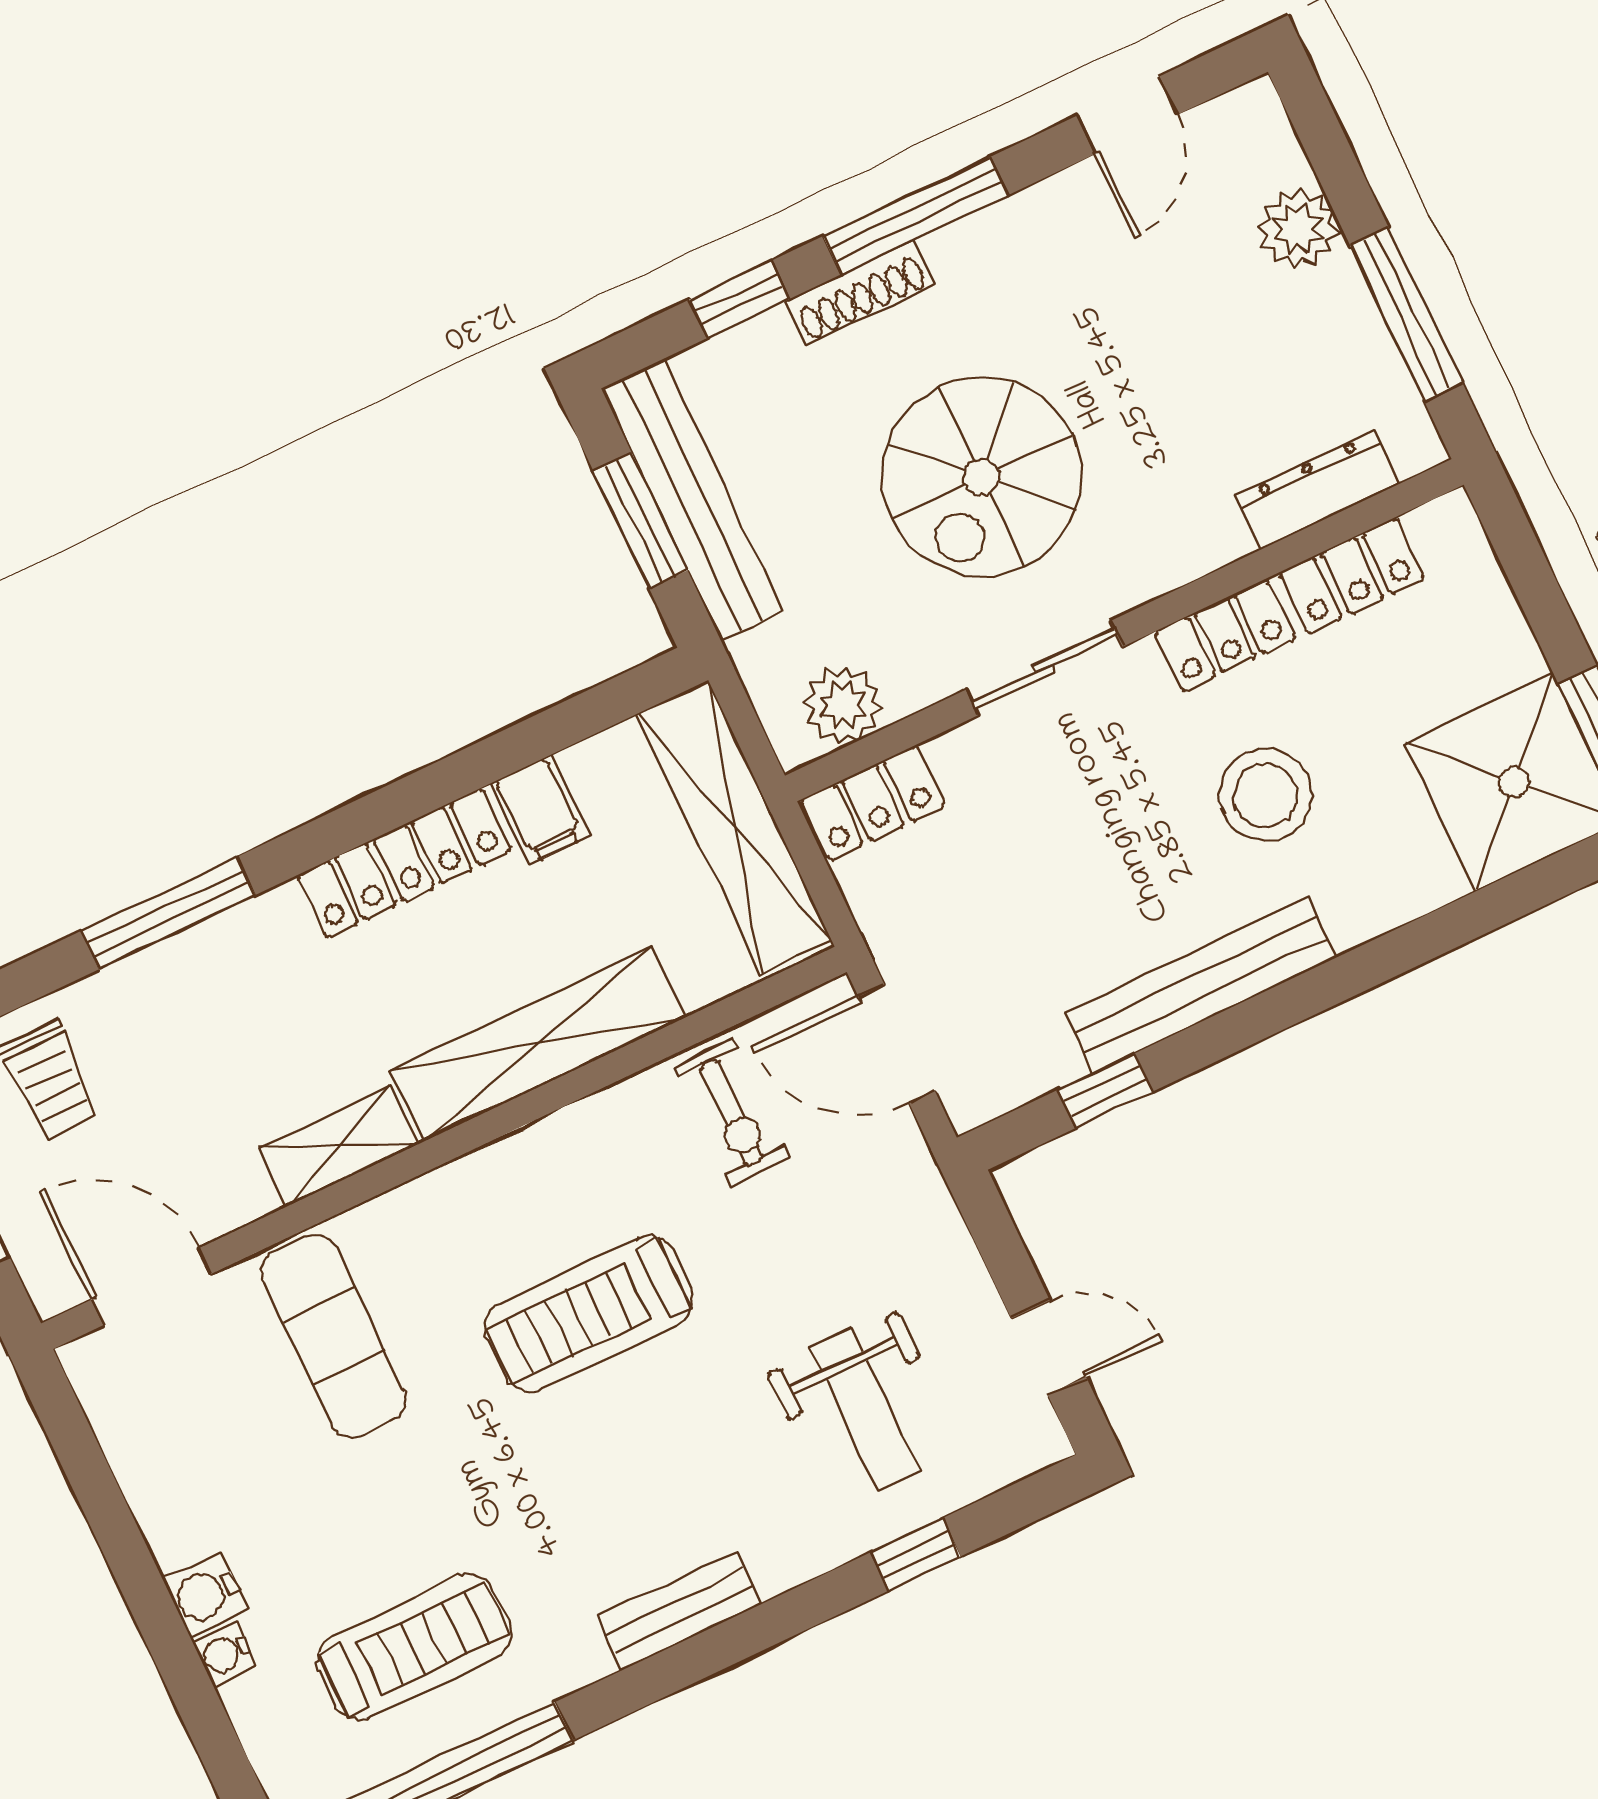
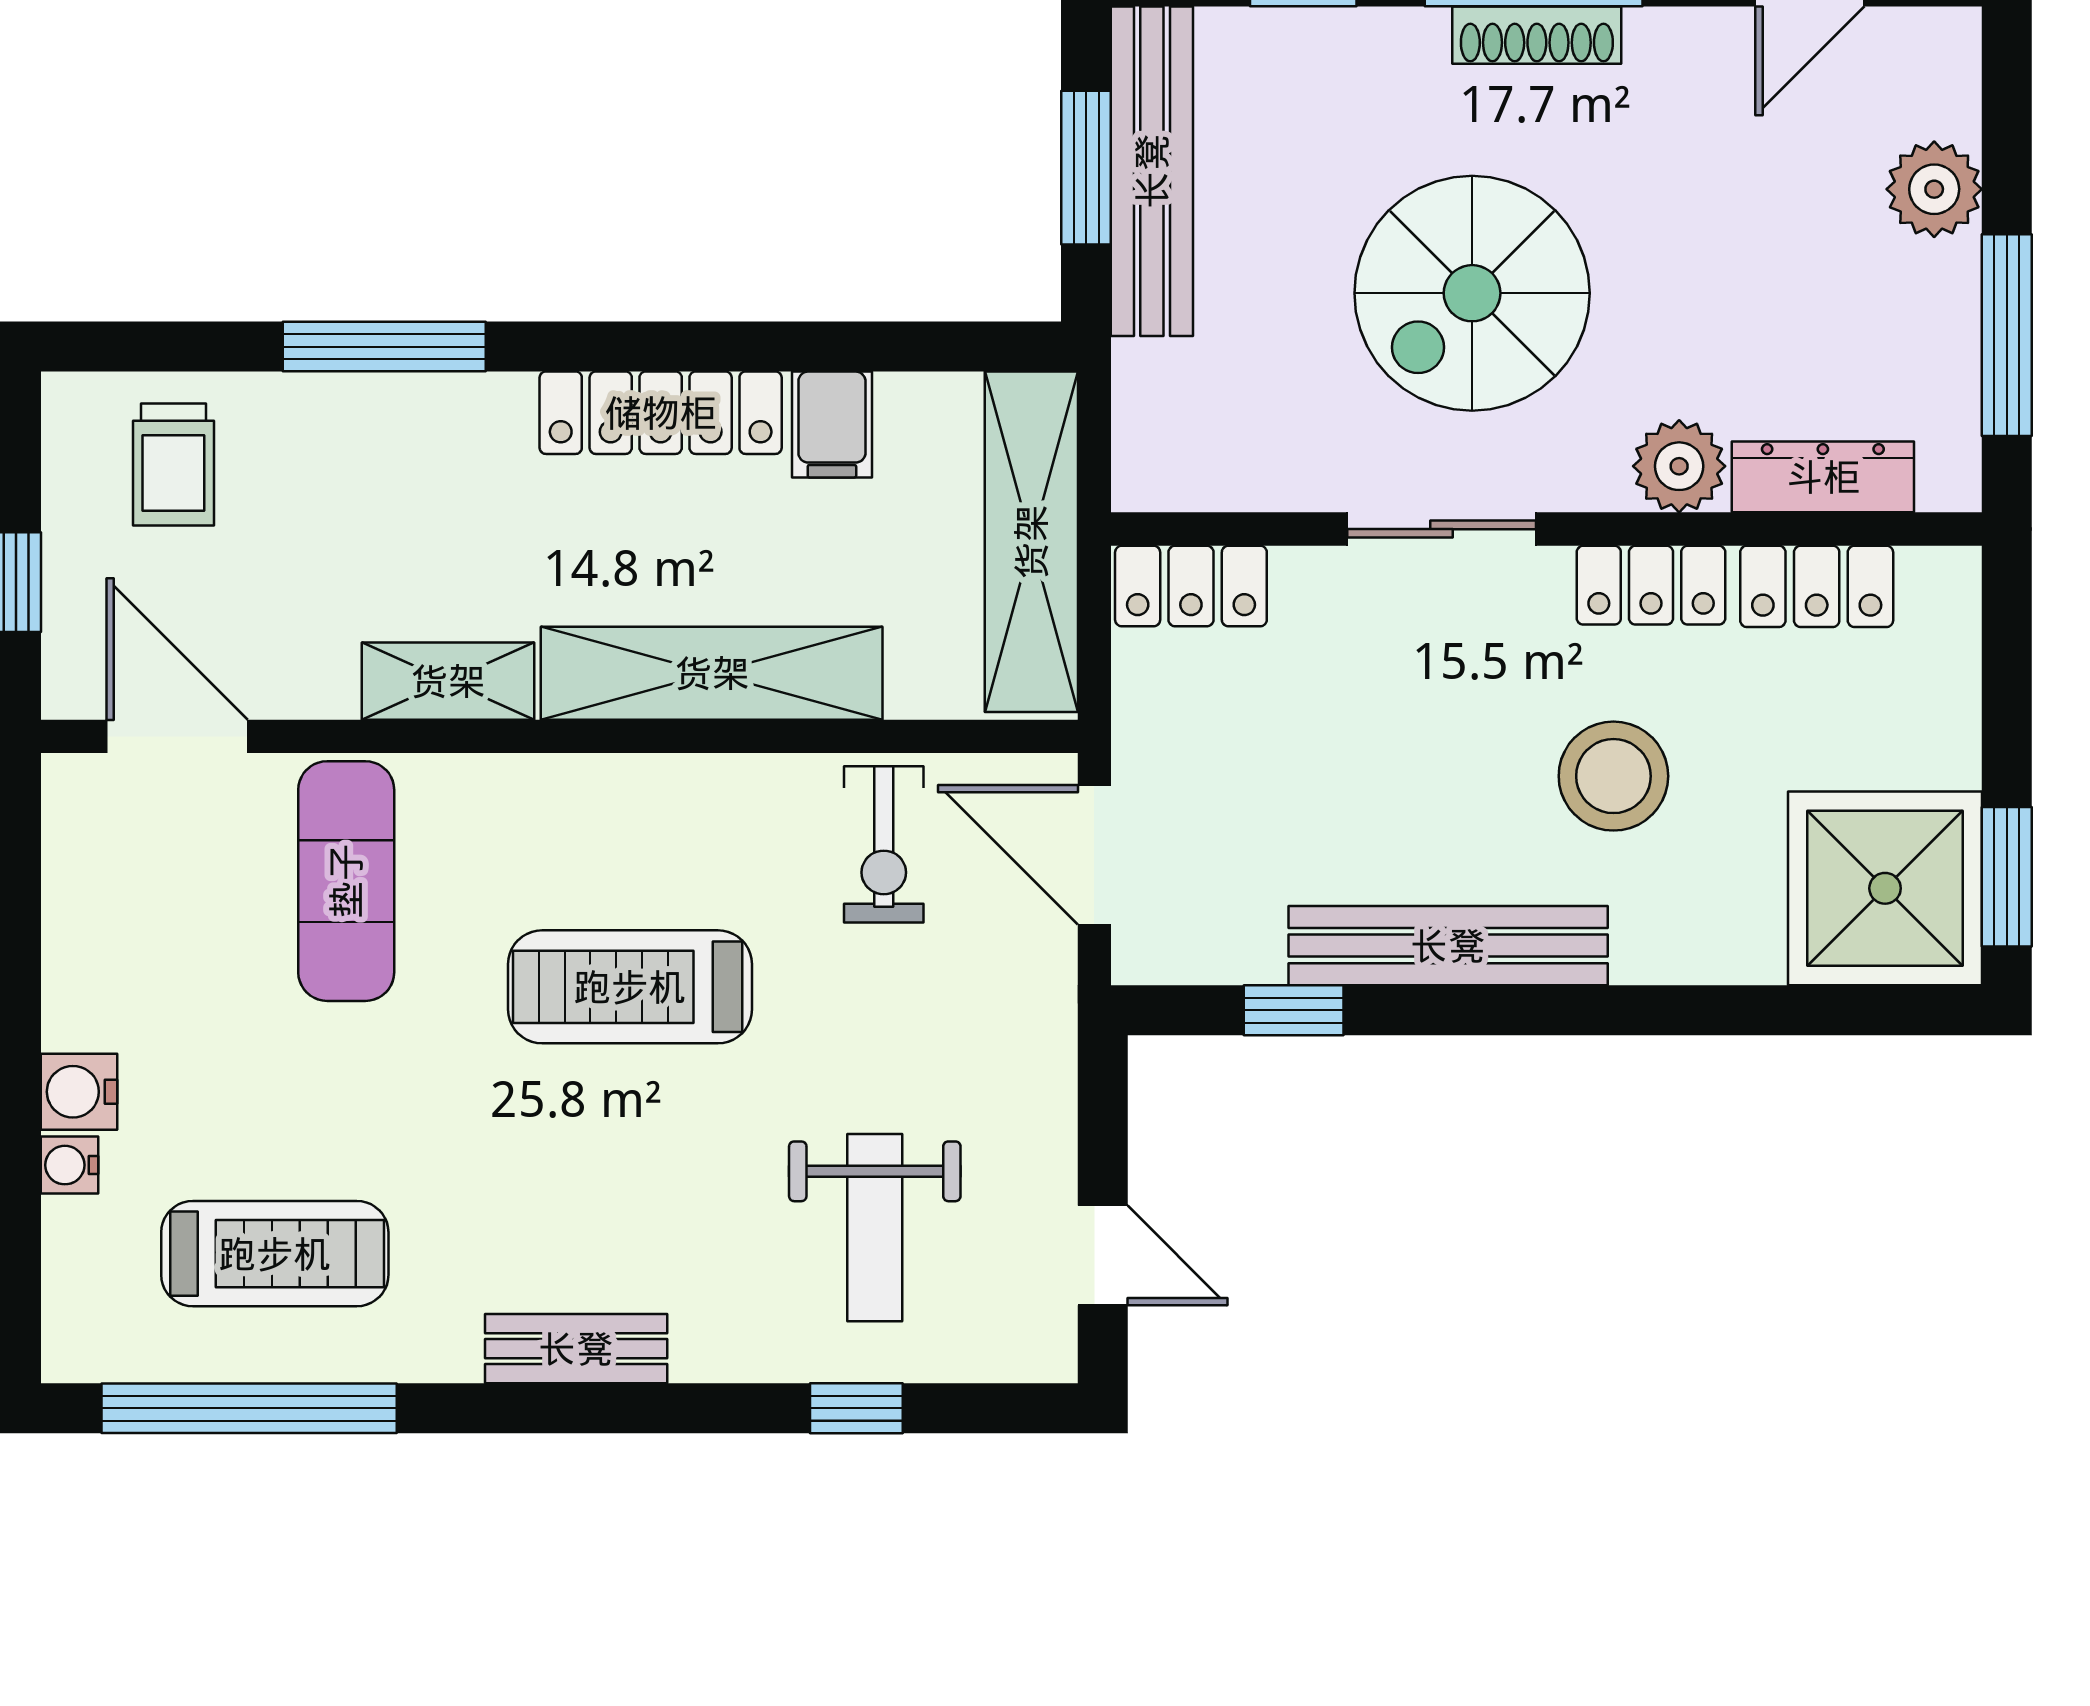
shoe rack: (860, 292) -> (1537, 35), moved
plant: (842, 705) -> (1679, 466), moved

